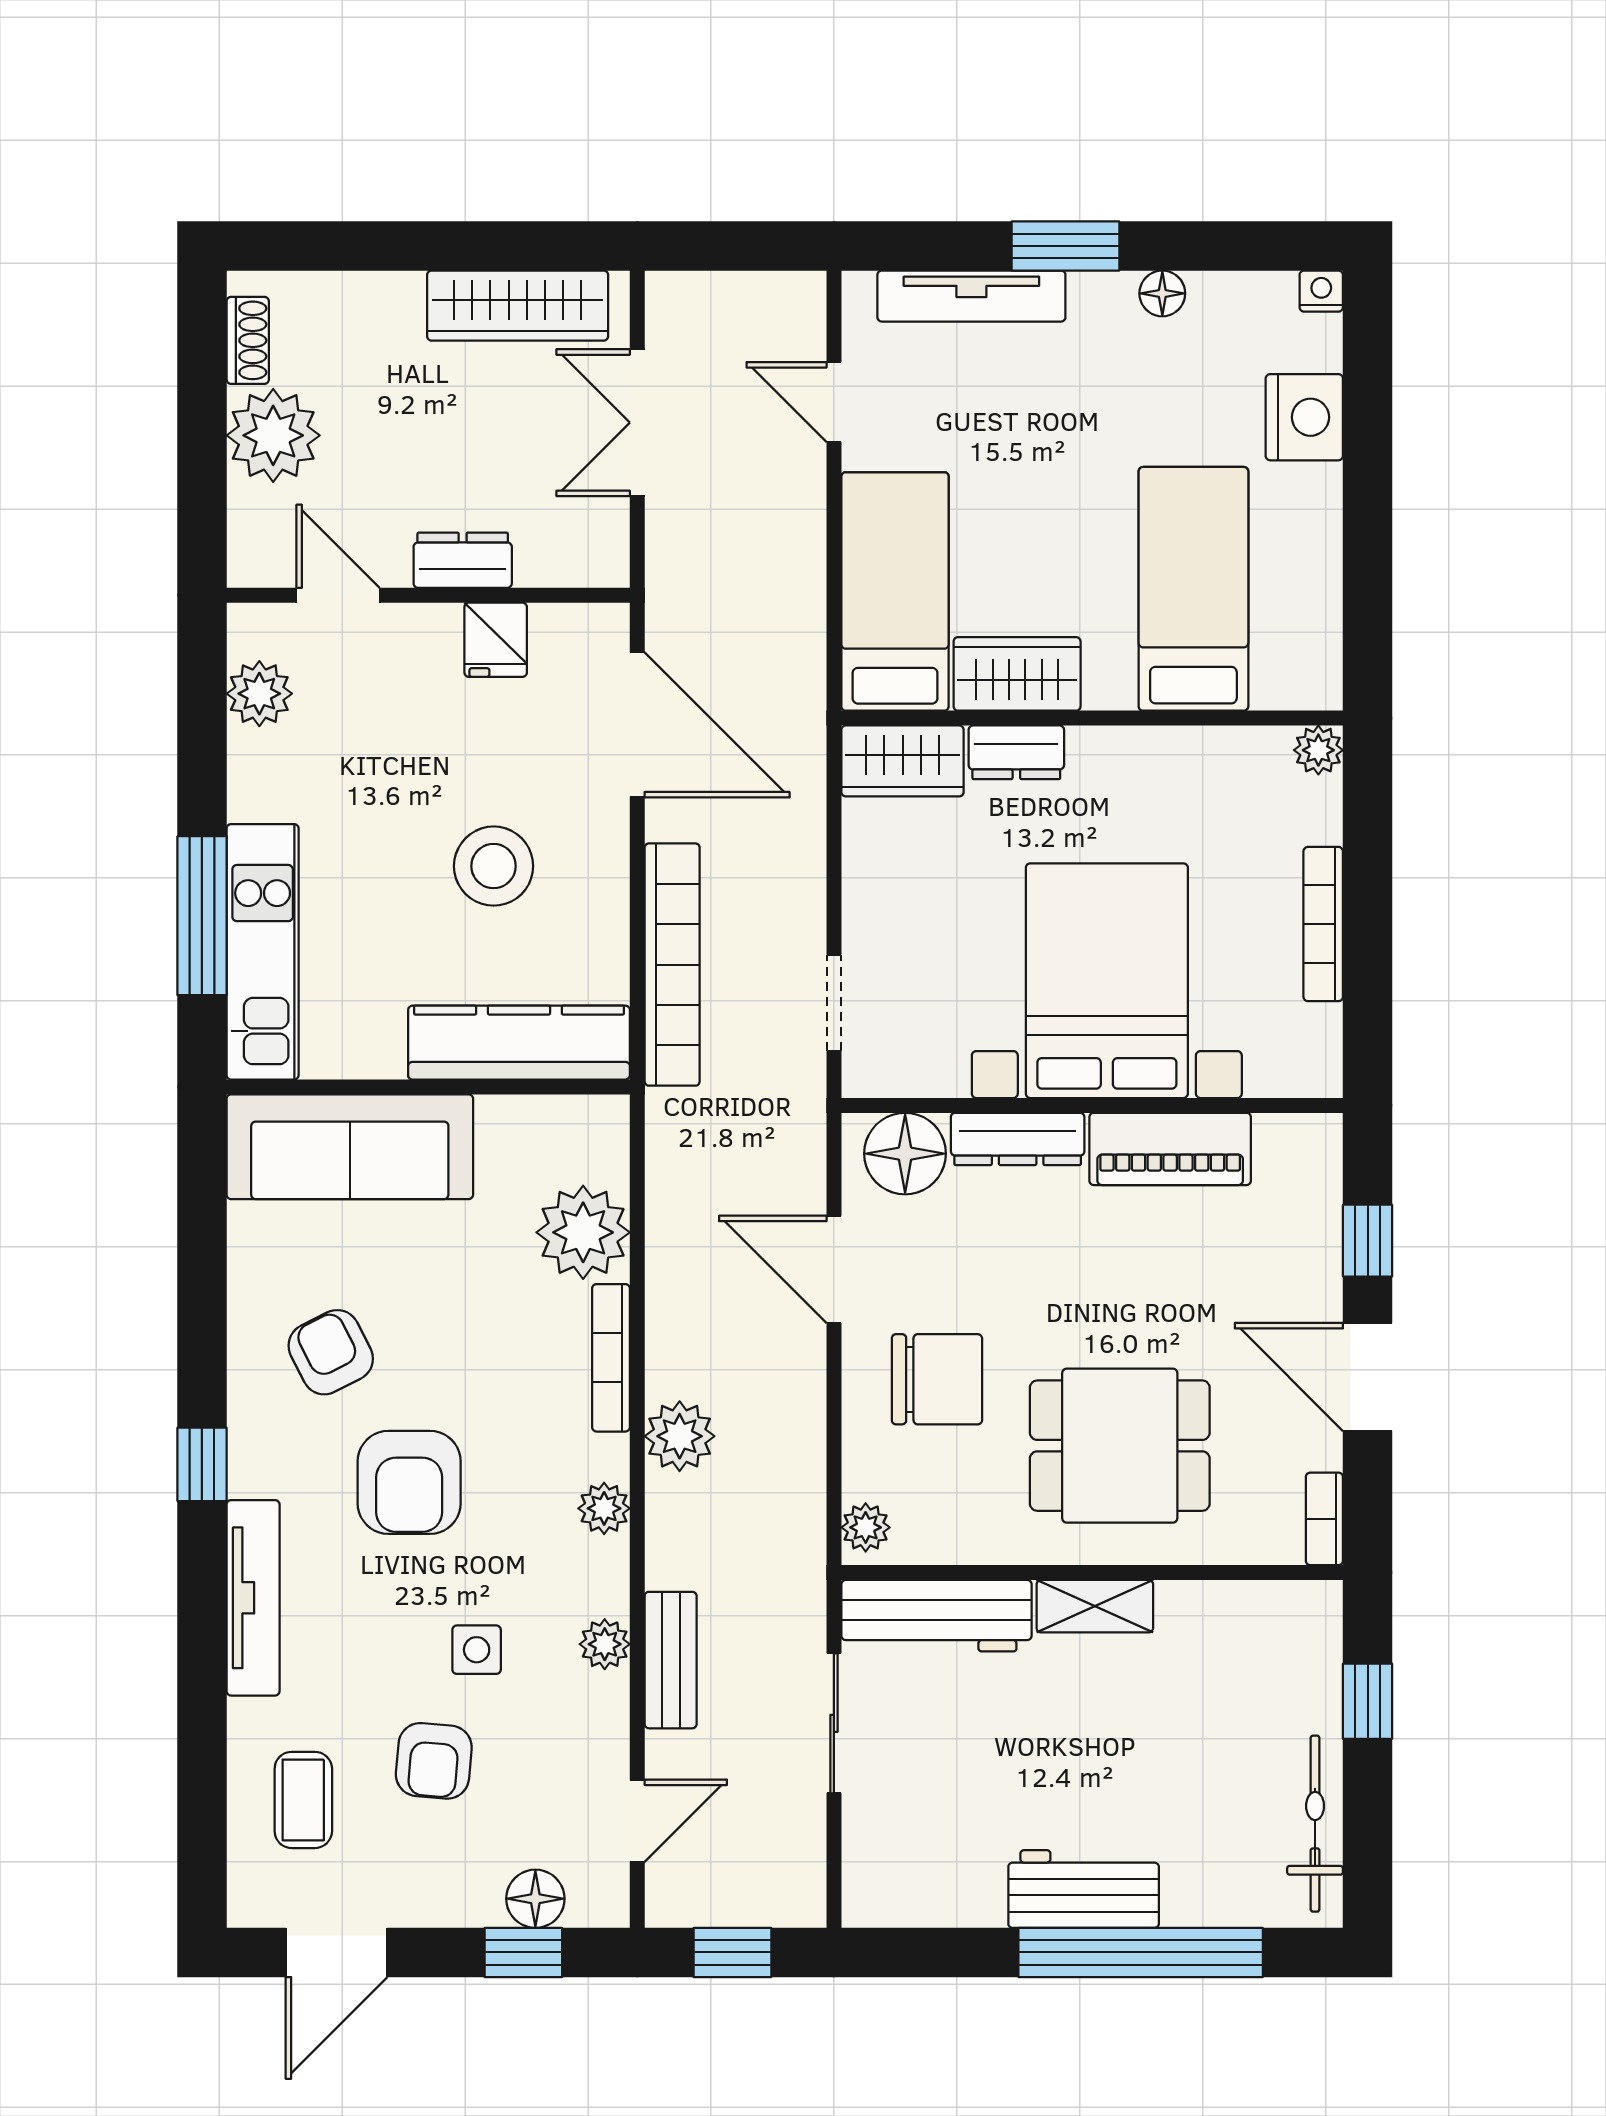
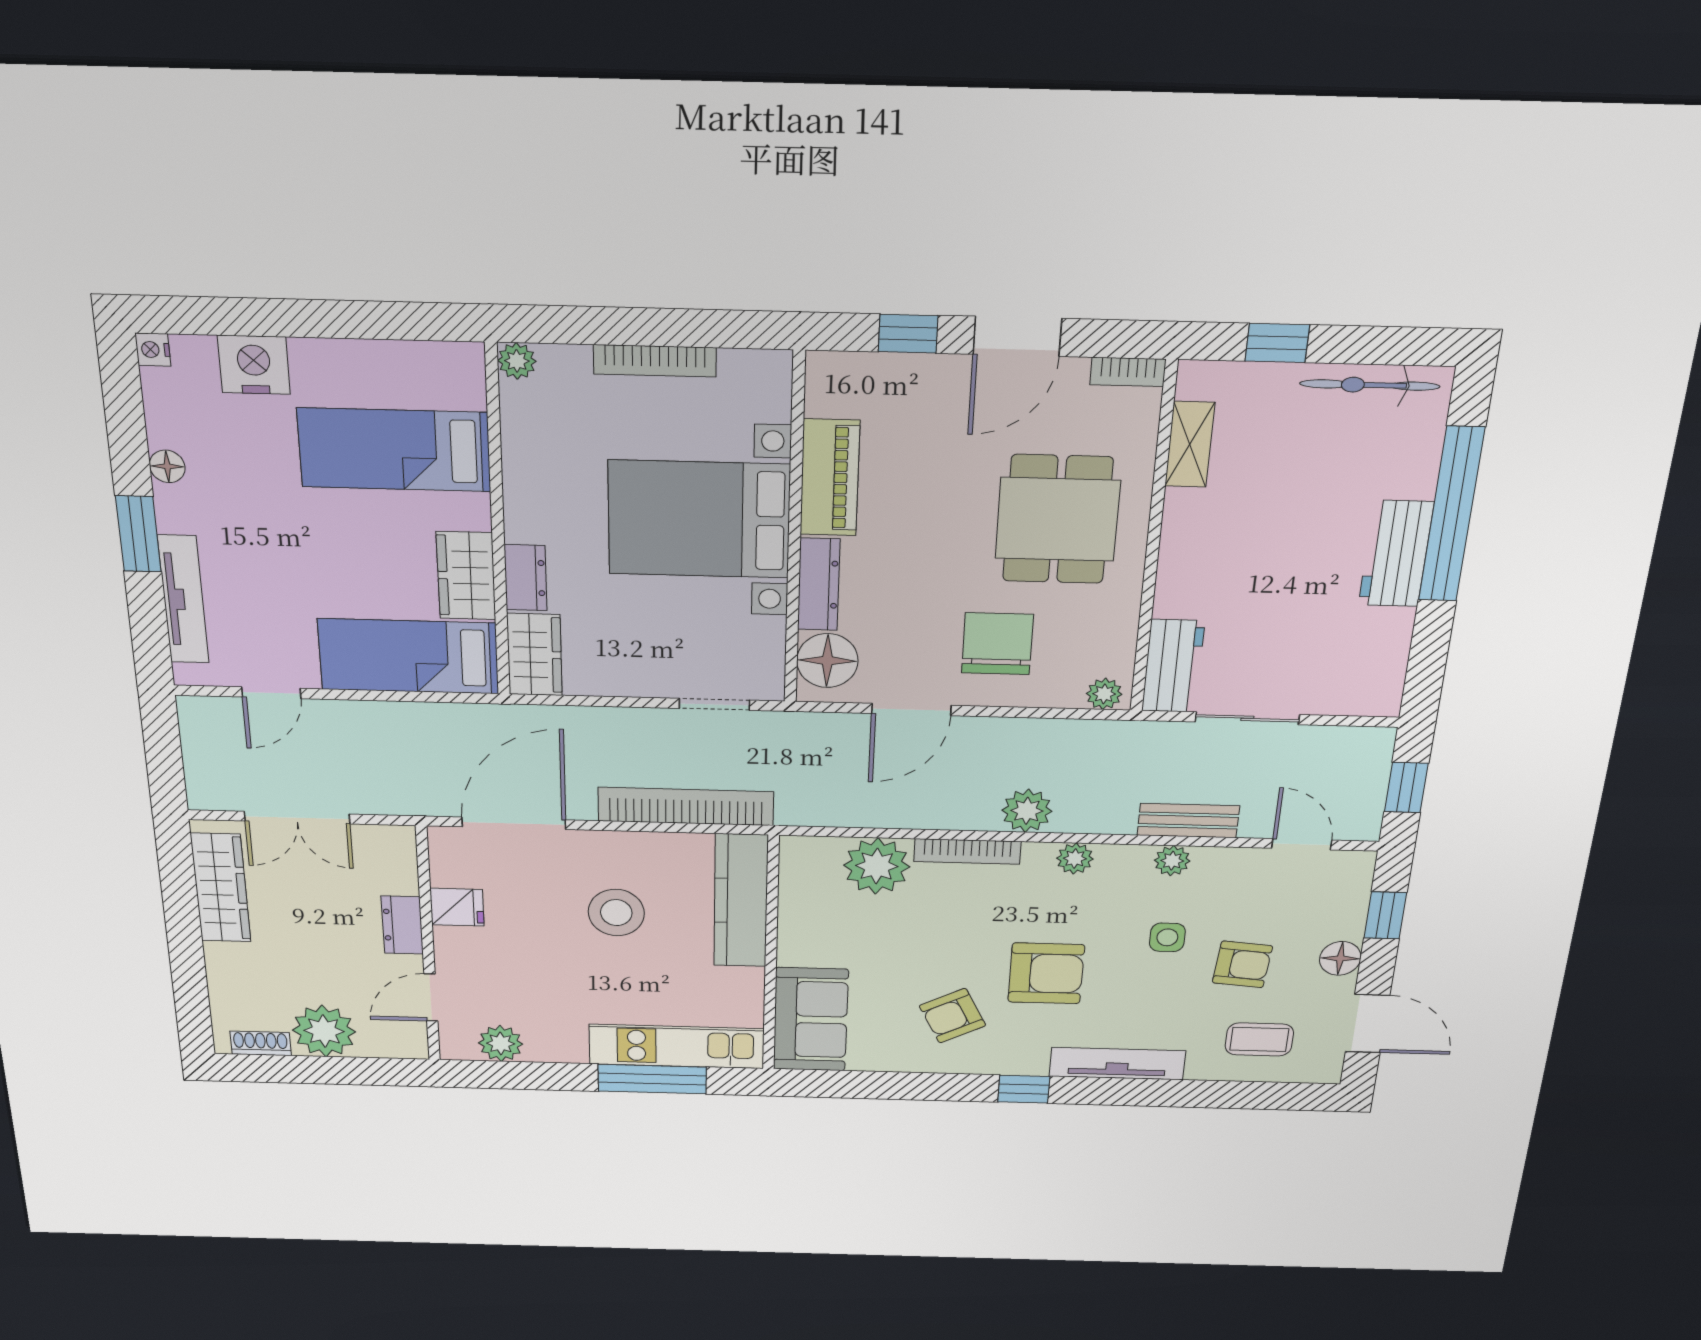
sofa: (350, 1147) -> (811, 1020), width x0.73
shelving: (1095, 1606) -> (1190, 444), moved
workbench: (937, 1616) -> (1173, 666), width x0.73
floor lamp: (535, 1899) -> (1340, 958), moved

